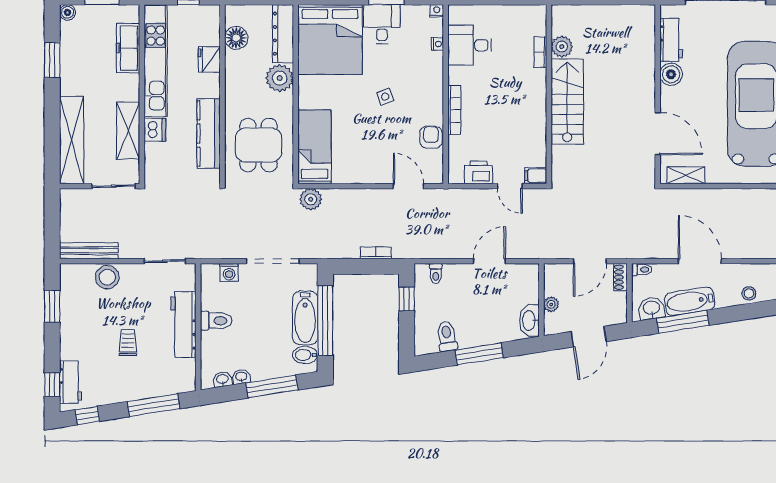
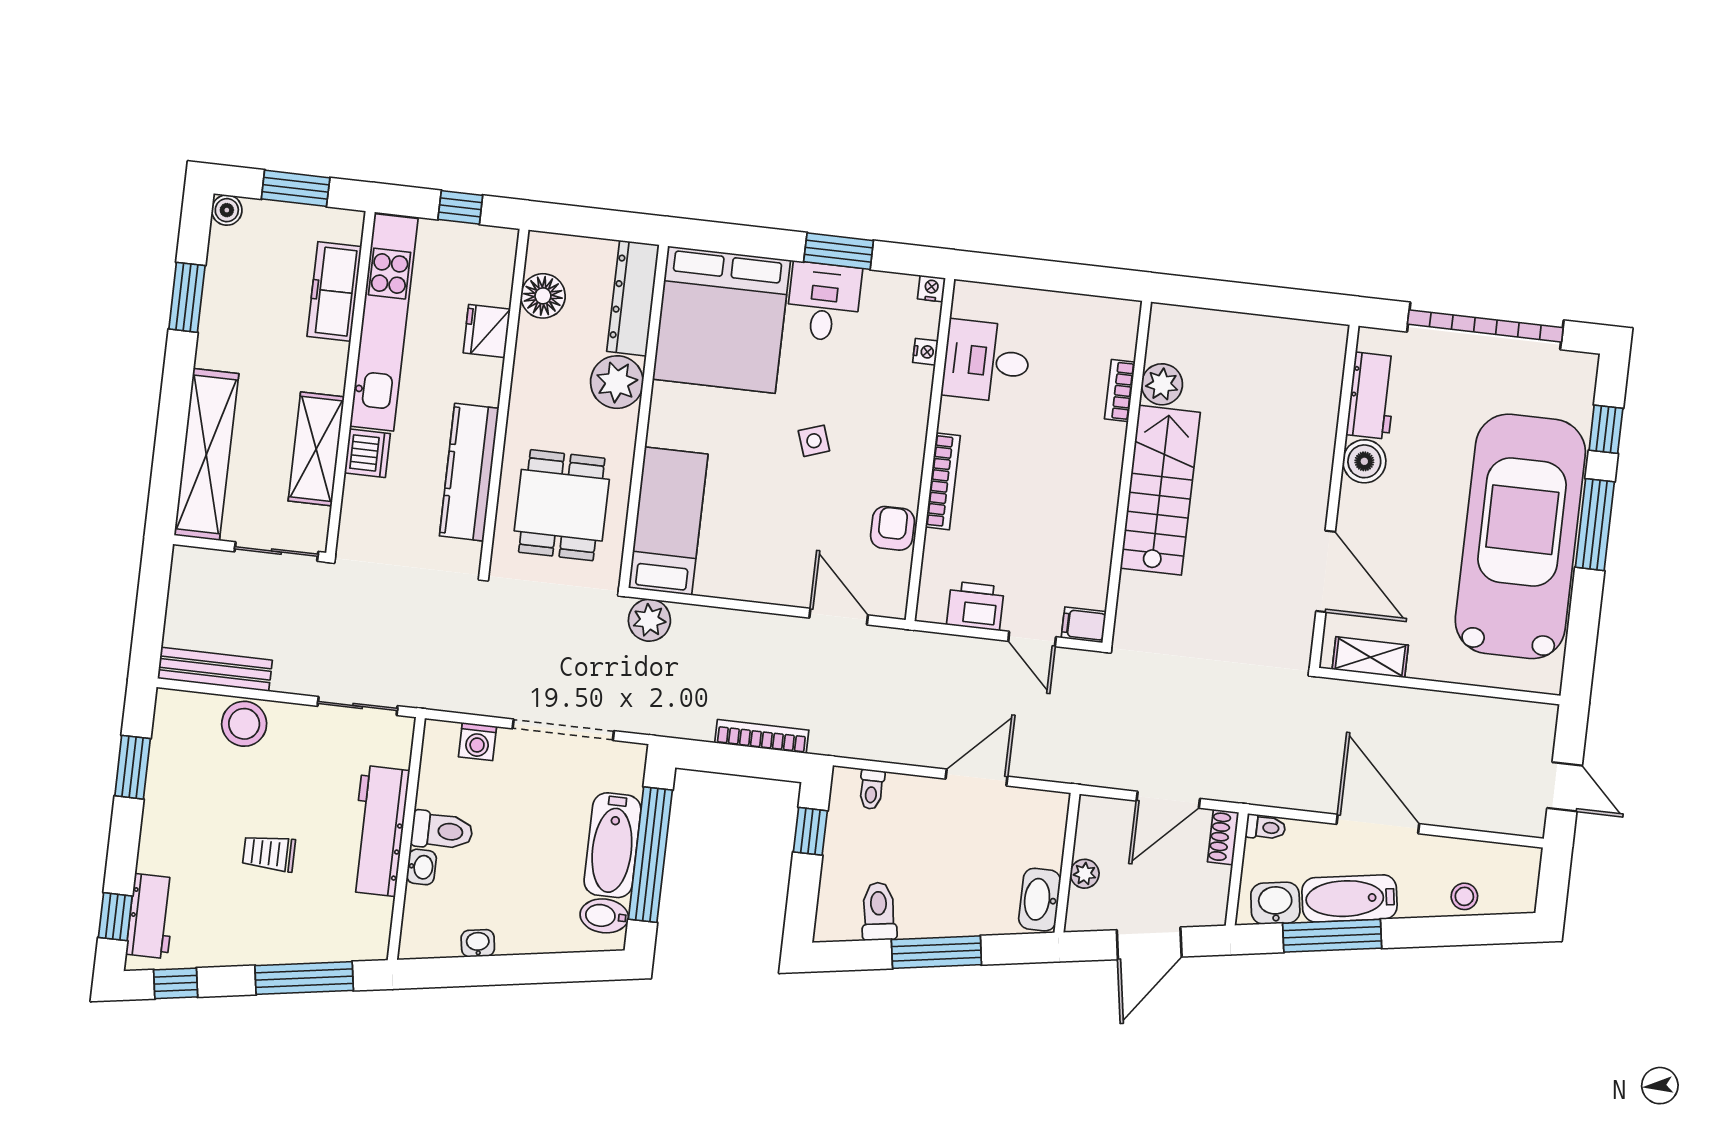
bookcase: (376, 253) -> (762, 736), width x1.56
trolley: (128, 343) -> (269, 853), turned -90
washbasin: (222, 379) -> (421, 867), moved, turned 99
window: (272, 386) -> (534, 969), removed

